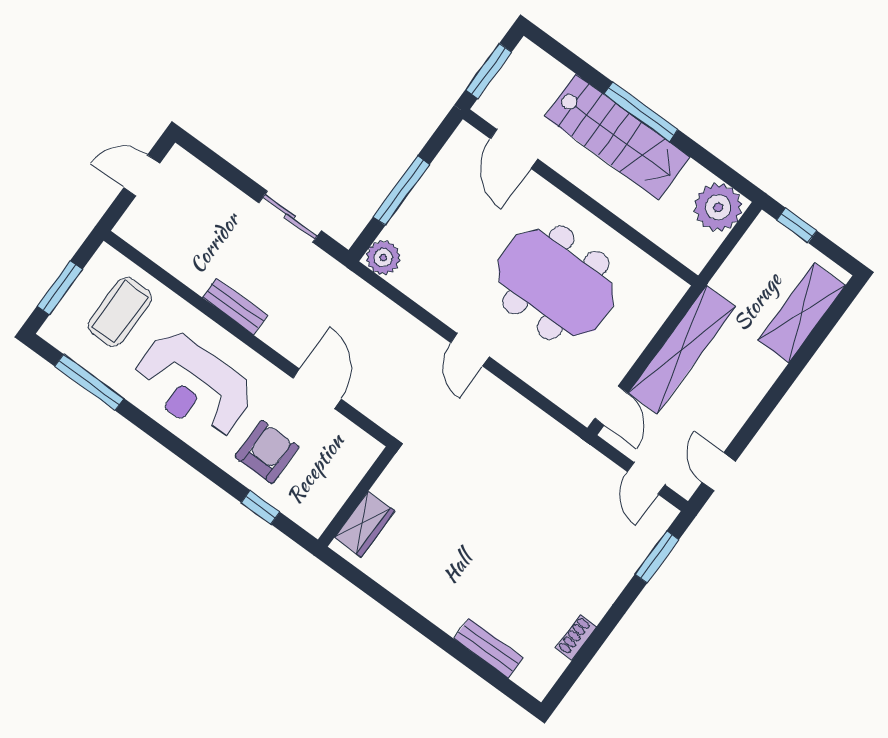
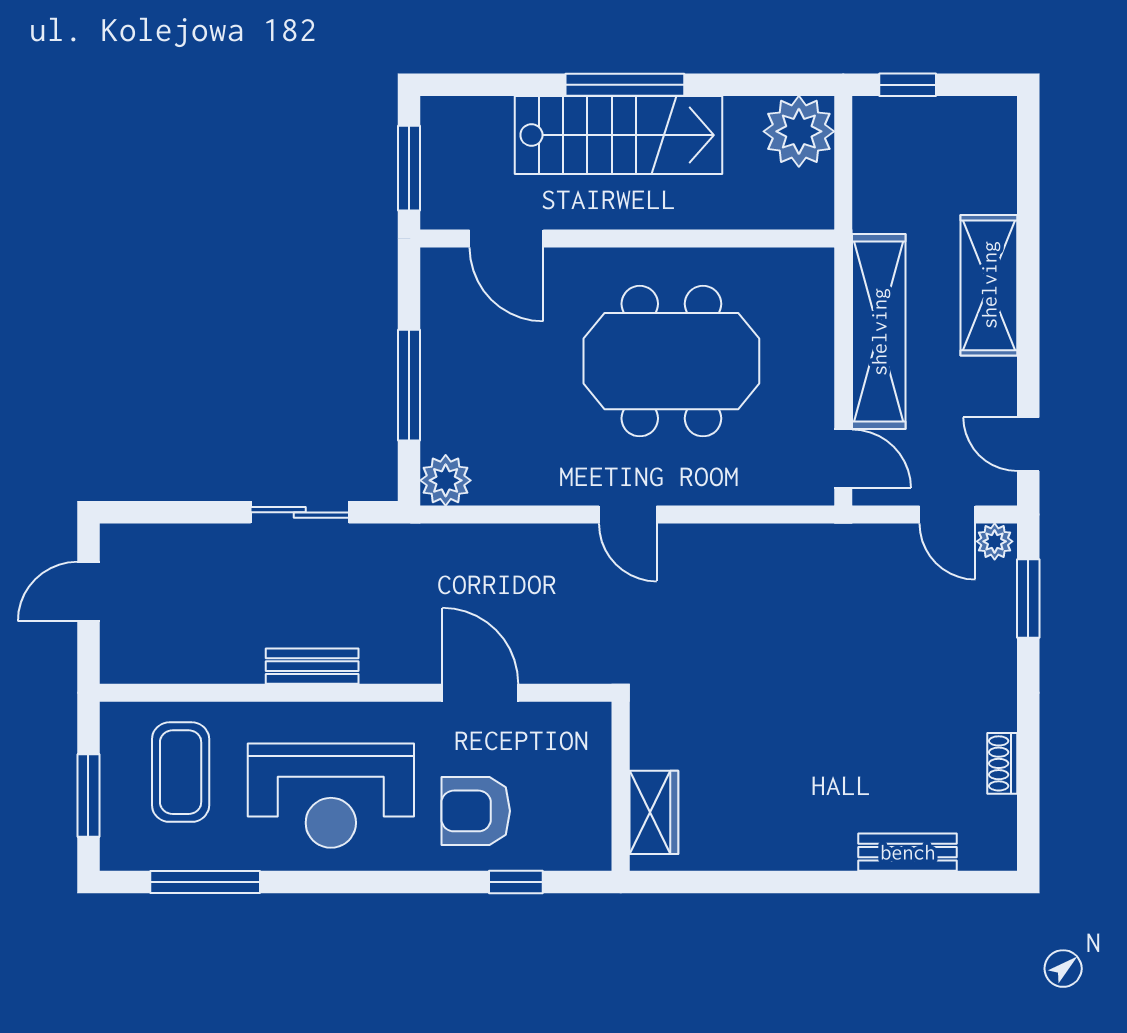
shelving: (802, 313) -> (989, 285), moved
armchair: (267, 452) -> (476, 811), turned -90
plant: (661, 512) -> (995, 541), added

